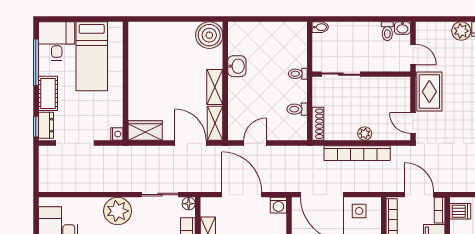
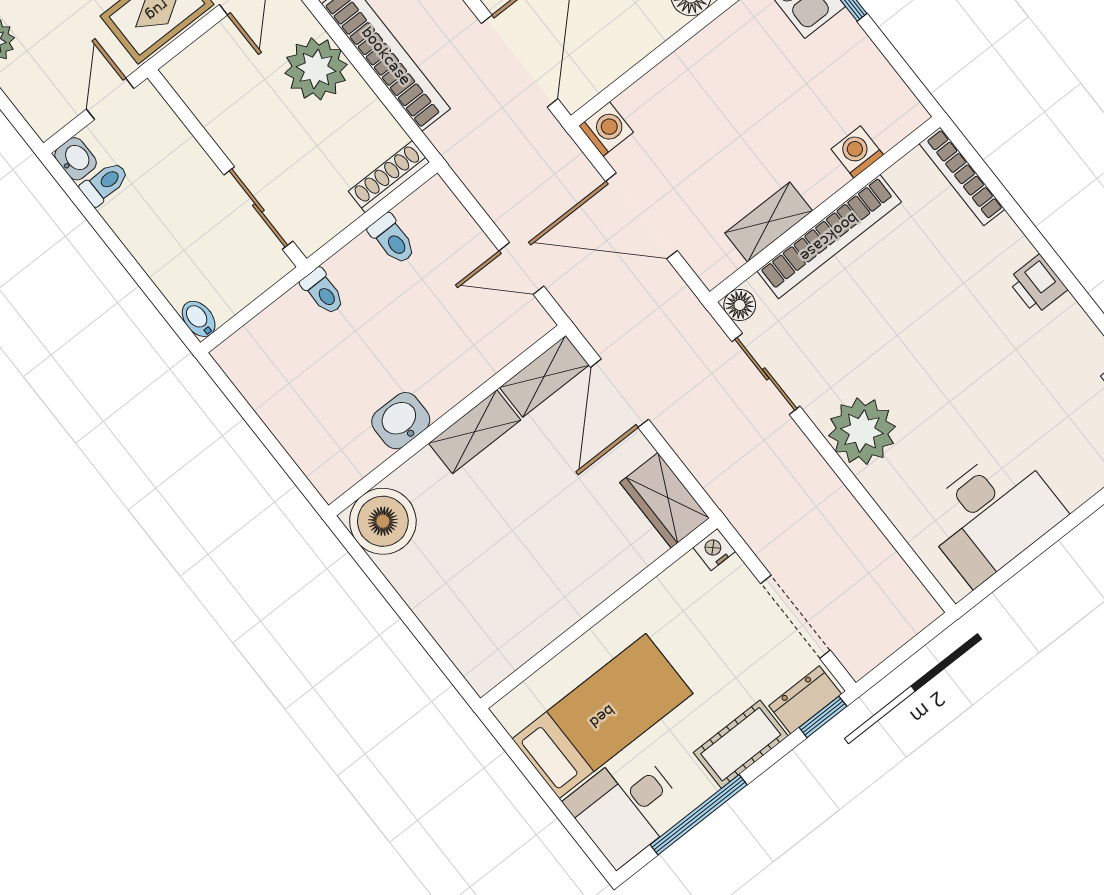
plant: (365, 134) -> (316, 69), width x1.87, depth x1.87
door: (242, 195) -> (641, 216), hinge flipped

